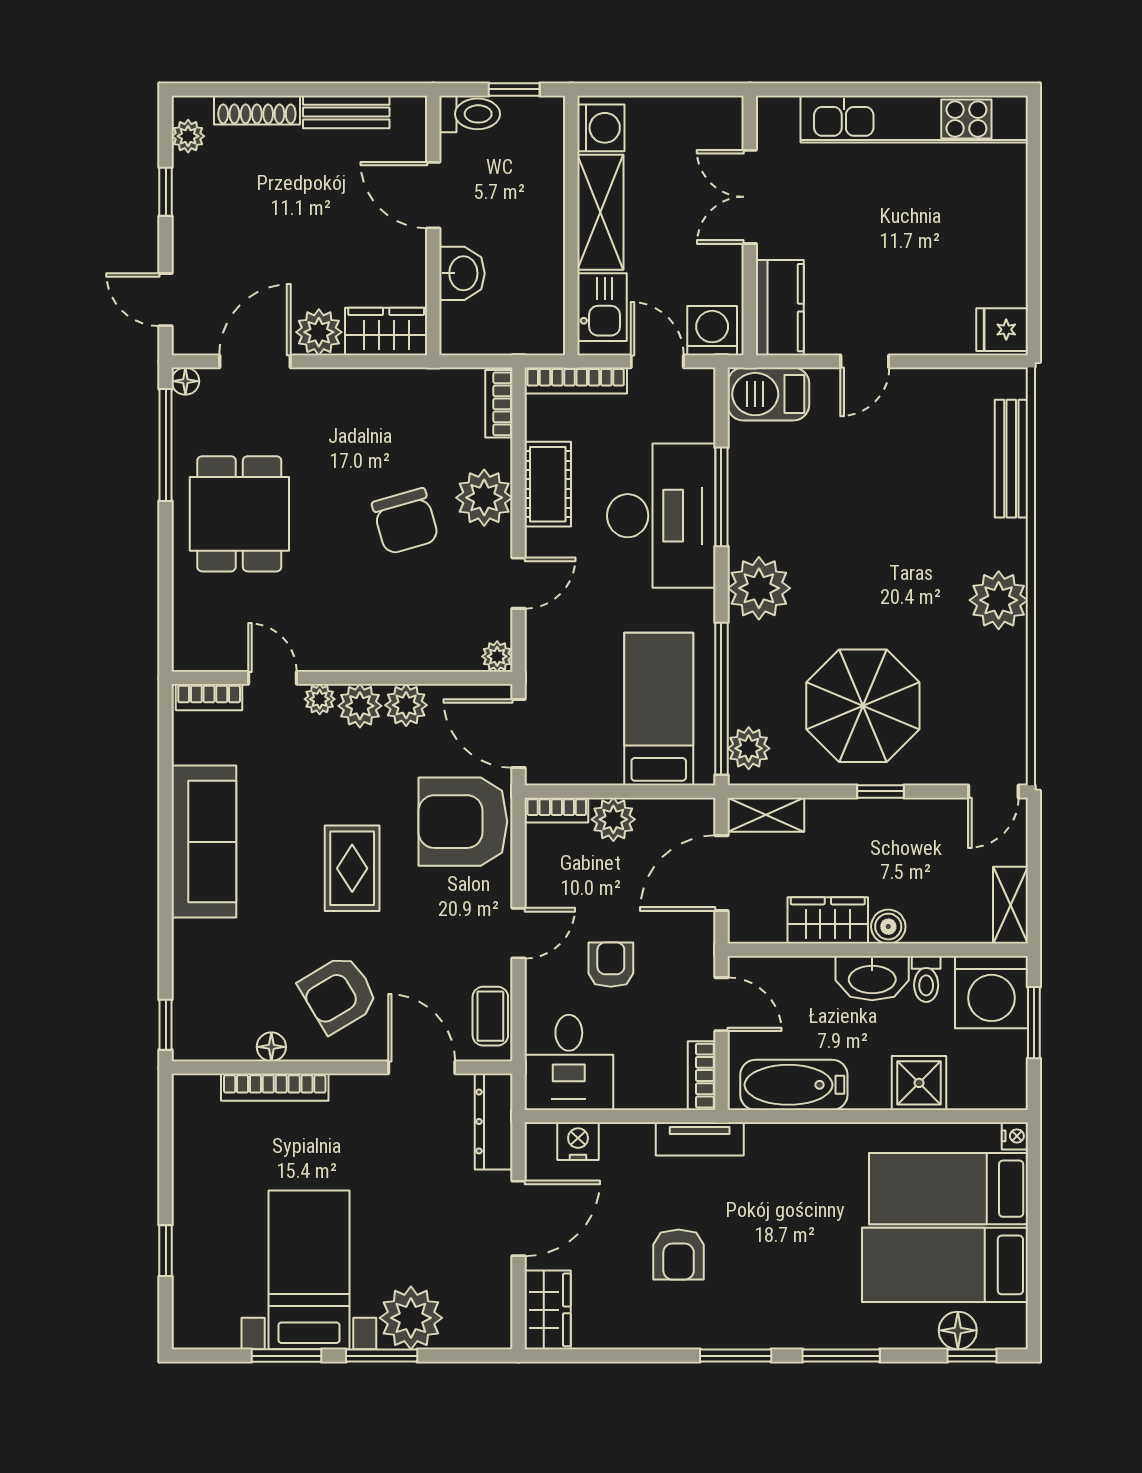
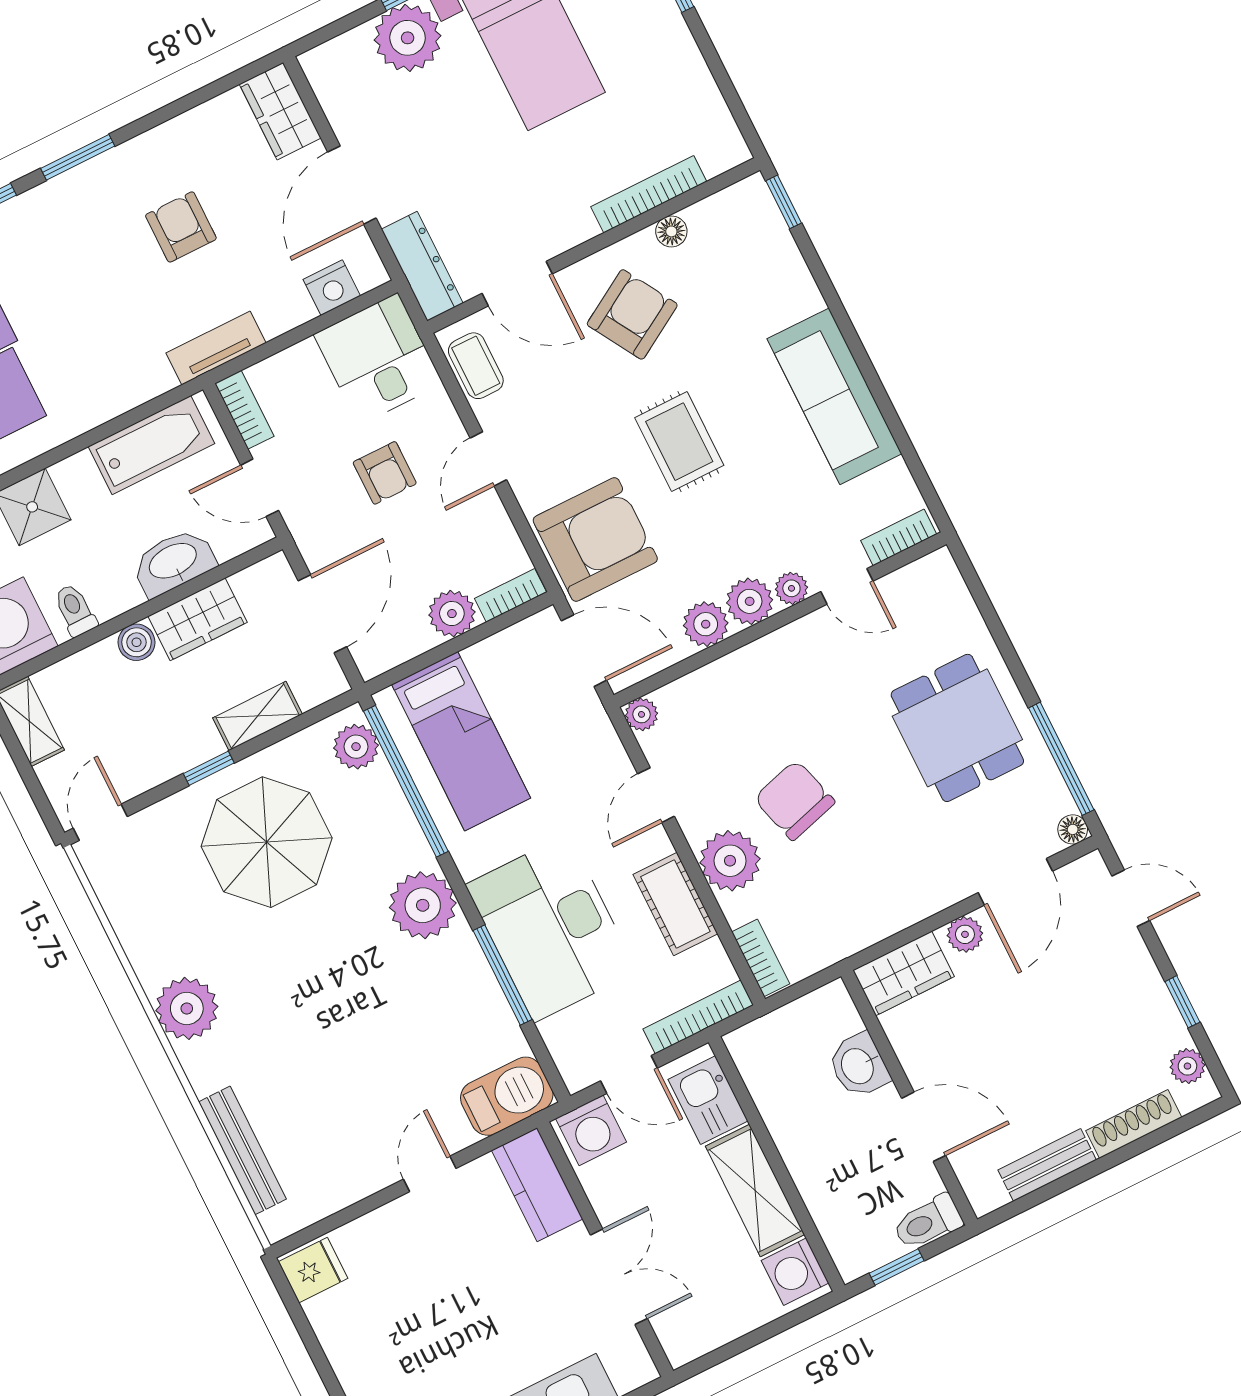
plant: (319, 332) -> (965, 934), width x0.73, depth x0.73
shelving: (766, 815) -> (257, 716), moved
washbasin: (872, 978) -> (173, 562), moved

